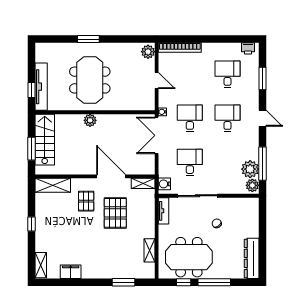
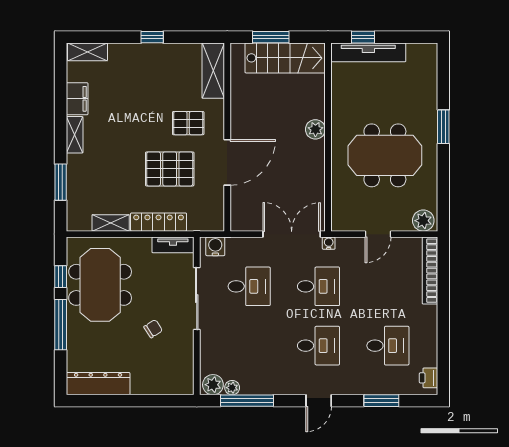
meeting table: (90, 80) -> (385, 155), moved
plant: (250, 169) -> (232, 388), width x0.53, depth x0.53
shelving: (143, 183) -> (75, 135), moved
locker: (149, 220) -> (159, 222), added

